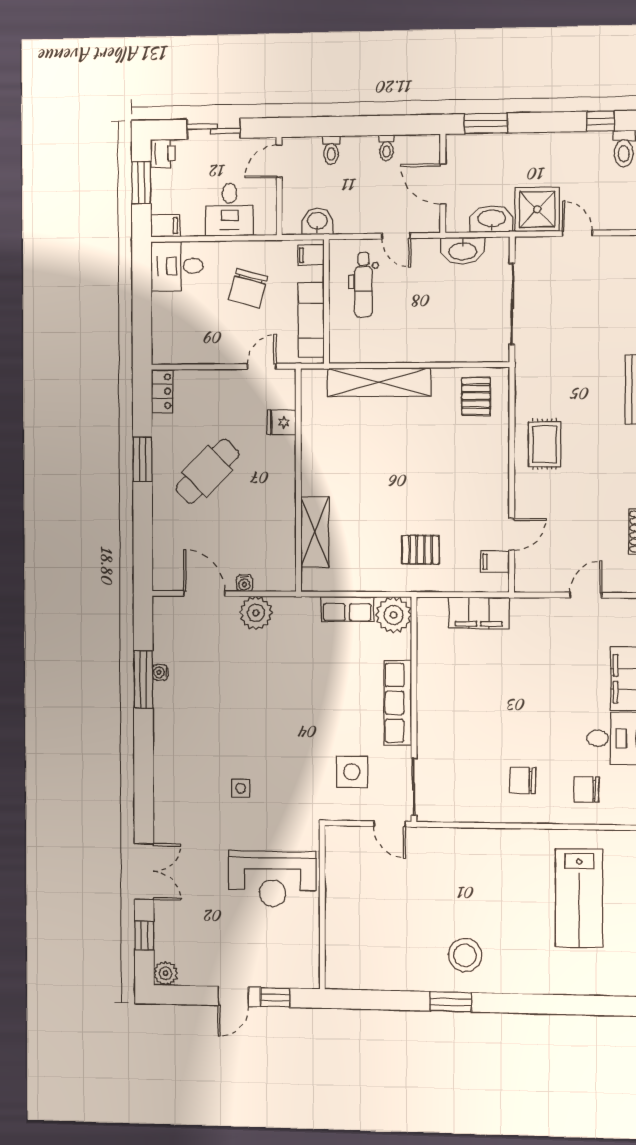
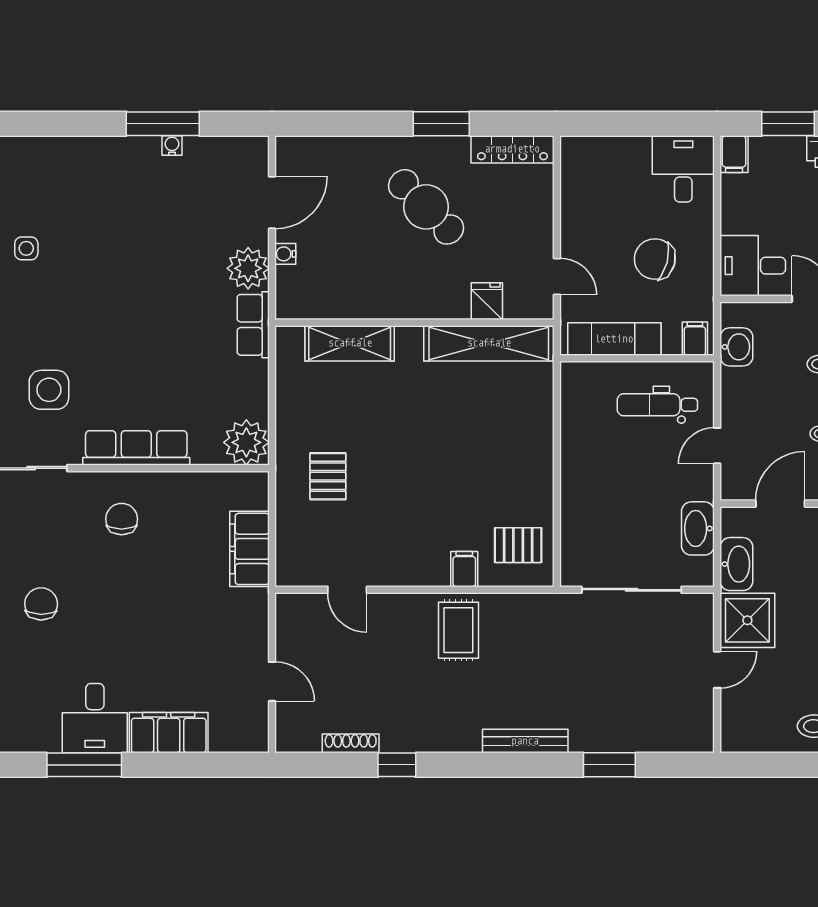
desk: (229, 210) -> (753, 266), moved
shelving: (379, 382) -> (489, 343), moved, turned 90
locker: (162, 391) -> (512, 149), width x1.53
rug: (545, 444) -> (458, 630), turned 90
filing cabinet: (495, 562) -> (464, 569), moved
row of seats: (347, 609) -> (253, 325), moved
chair: (586, 789) -> (122, 519), moved

